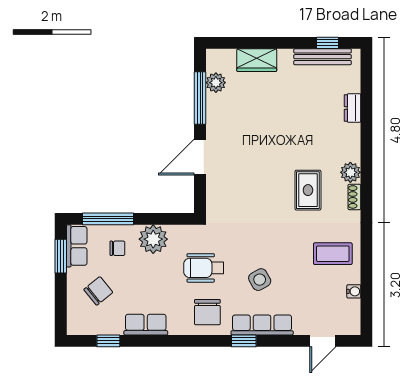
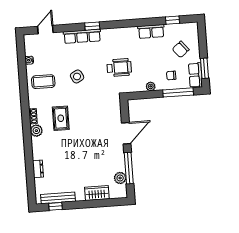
plant: (153, 239) -> (151, 86), width x0.53, depth x0.53
side table: (260, 280) -> (77, 76), moved
chair: (207, 312) -> (115, 42), removed

